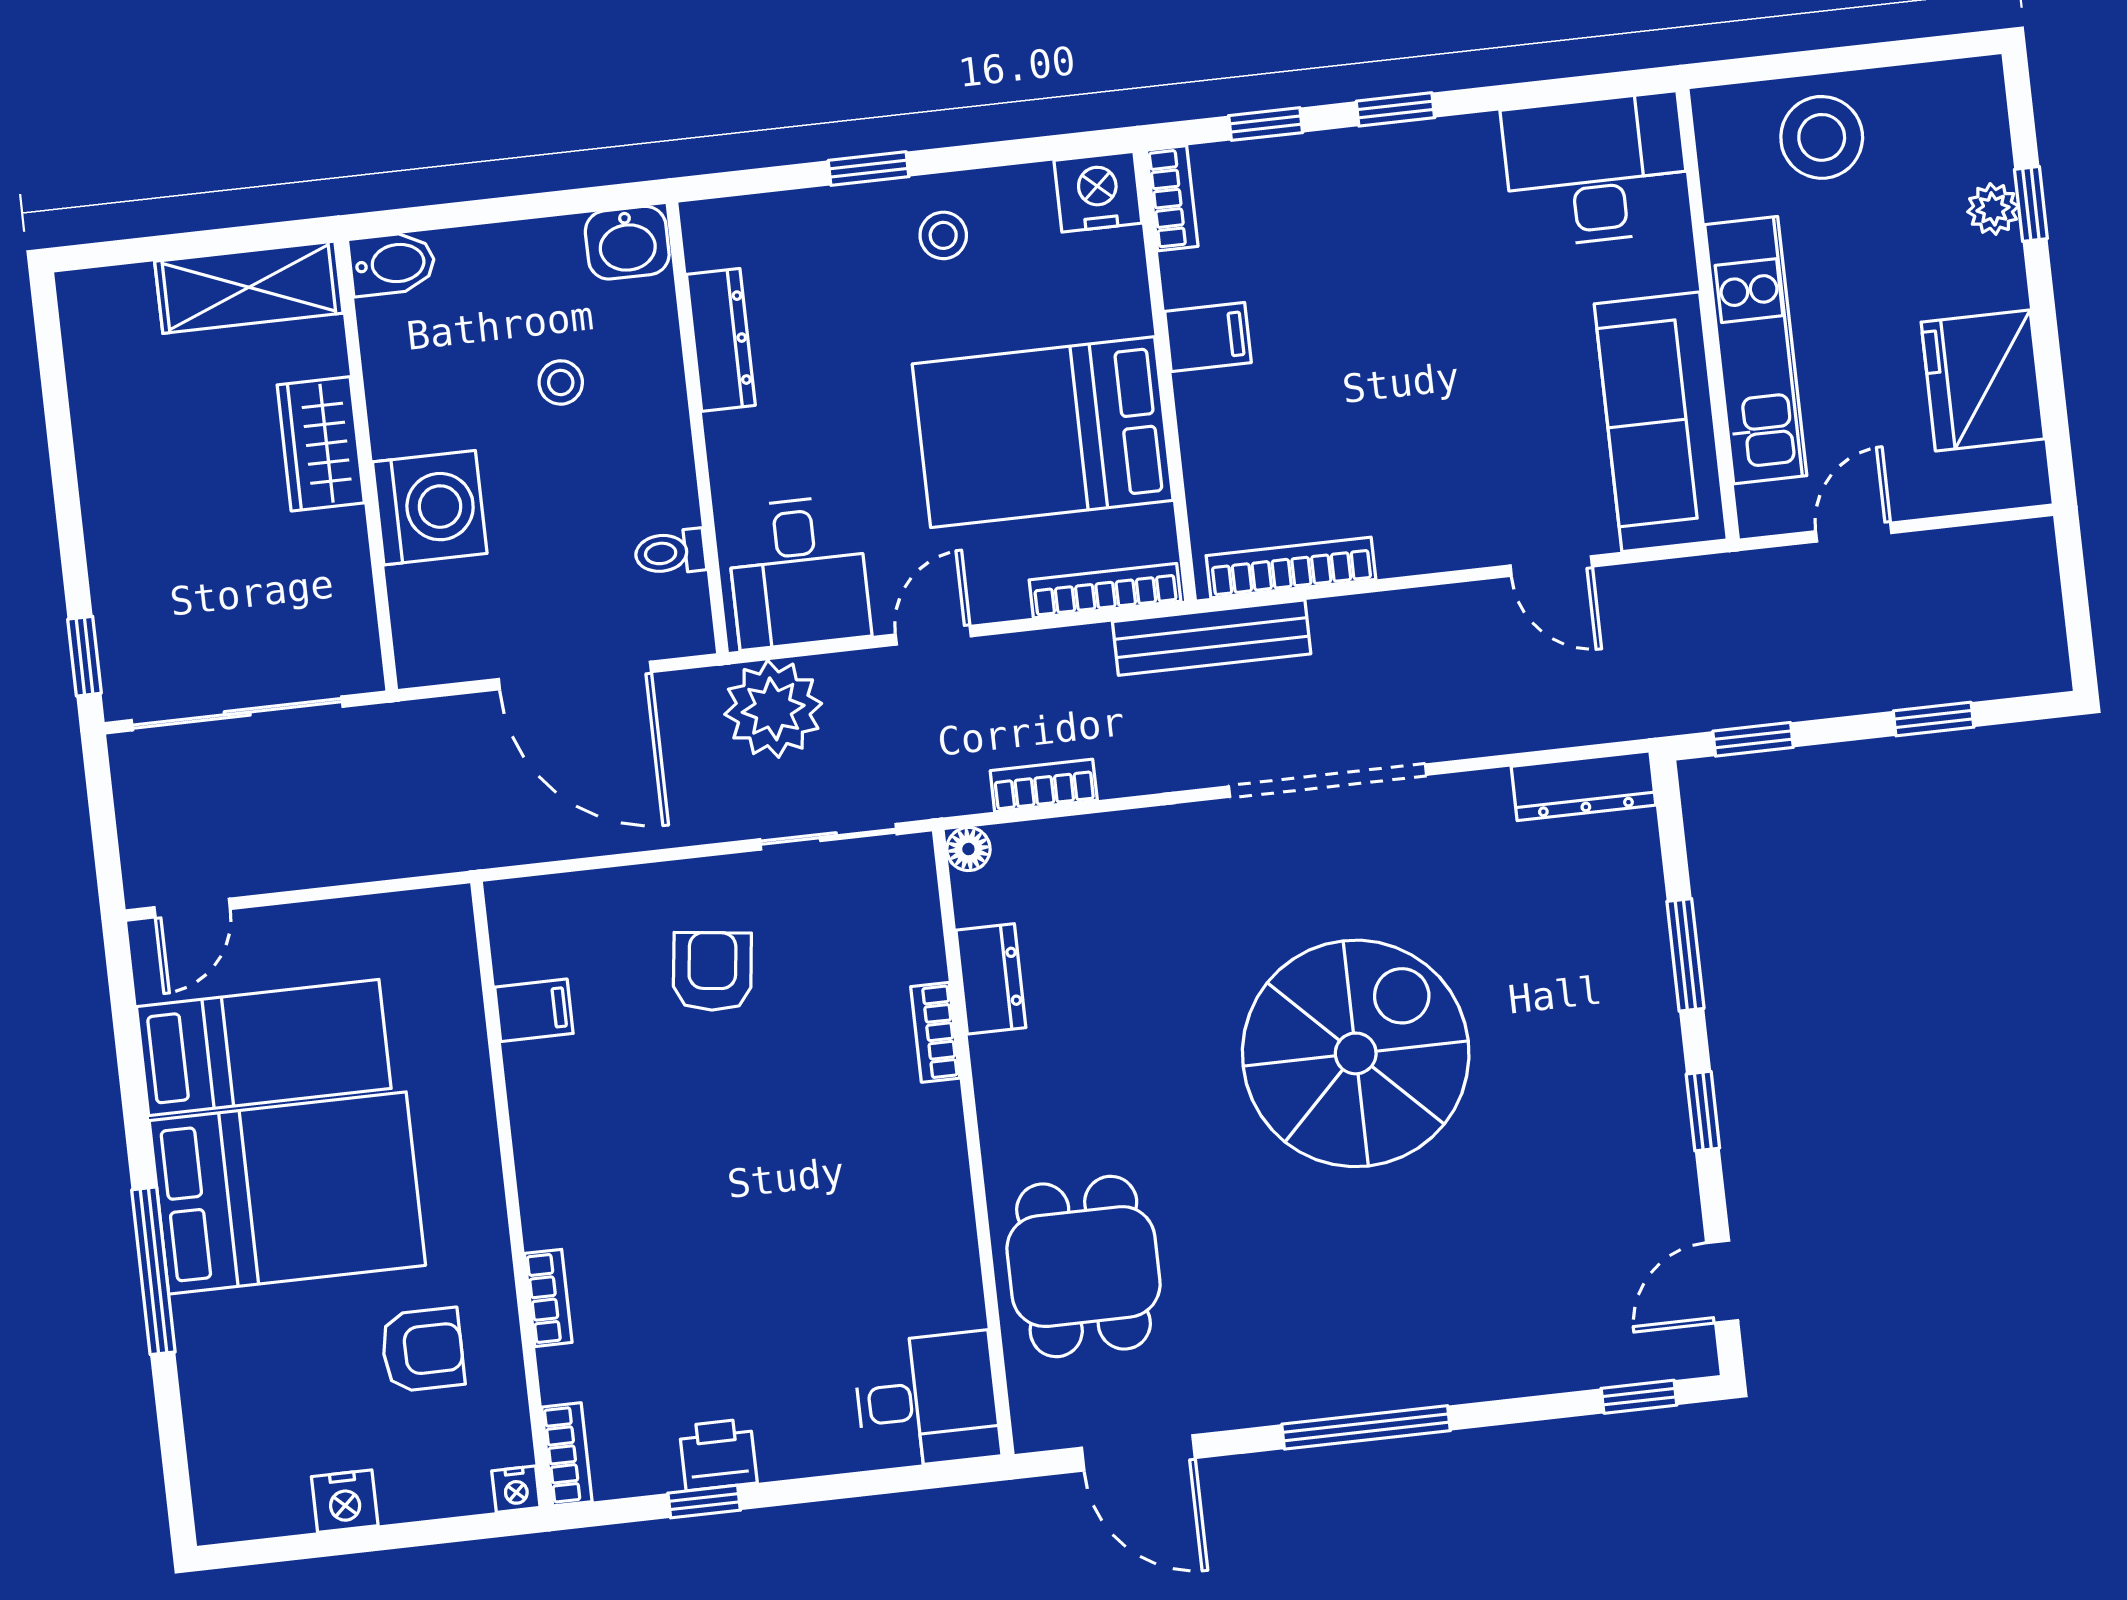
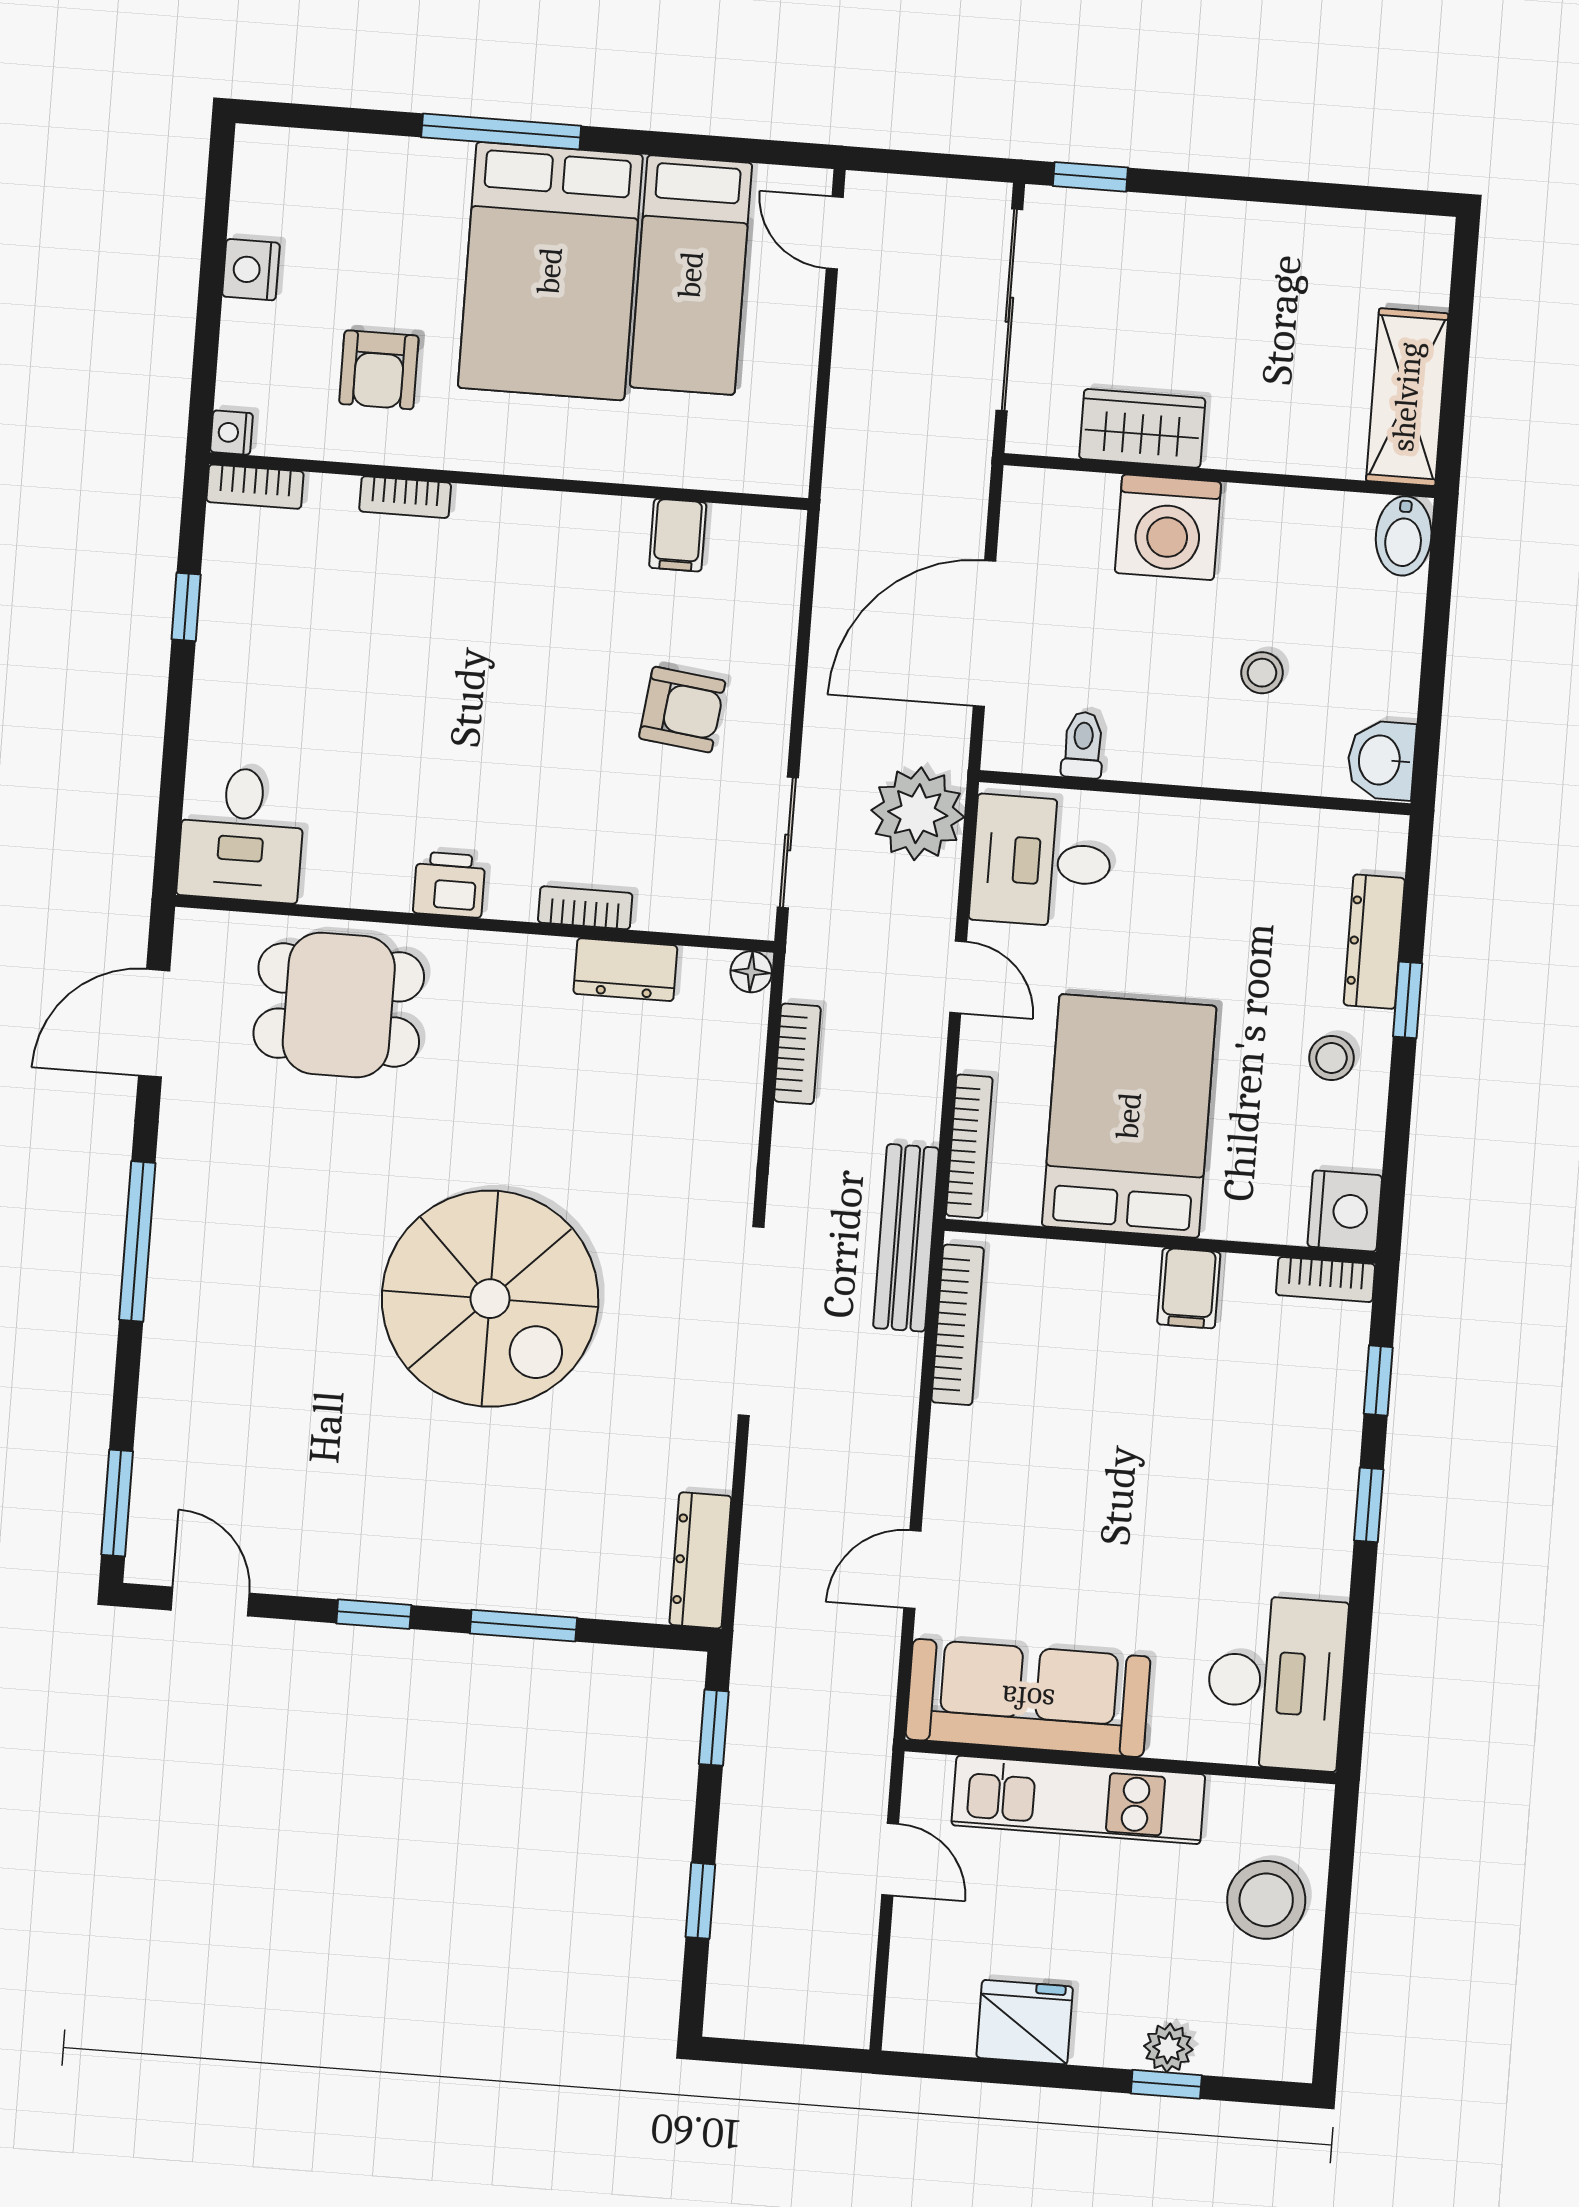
dresser: (721, 340) -> (1374, 942), moved, turned 90
fridge: (1983, 380) -> (1025, 2022), width x0.73, depth x0.75
wardrobe: (321, 444) -> (1142, 428), moved
window: (1639, 1397) -> (117, 1503), width x1.50
printer: (718, 1455) -> (449, 885), moved, turned -90

